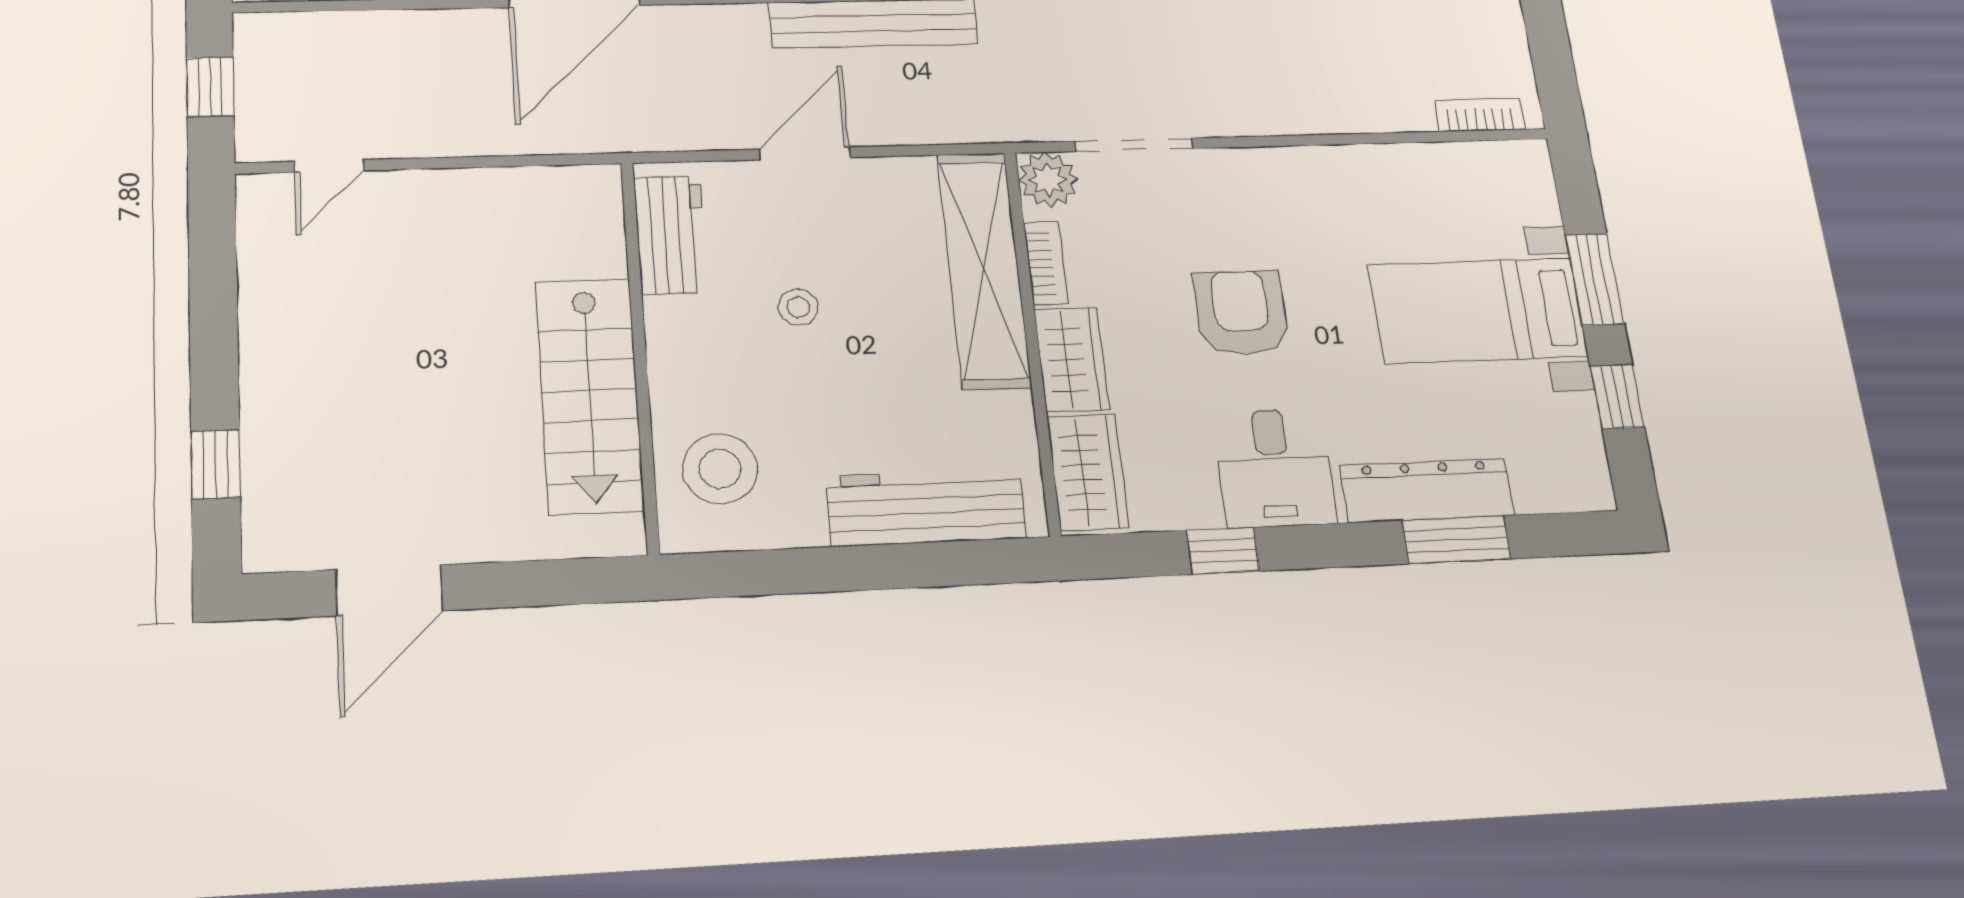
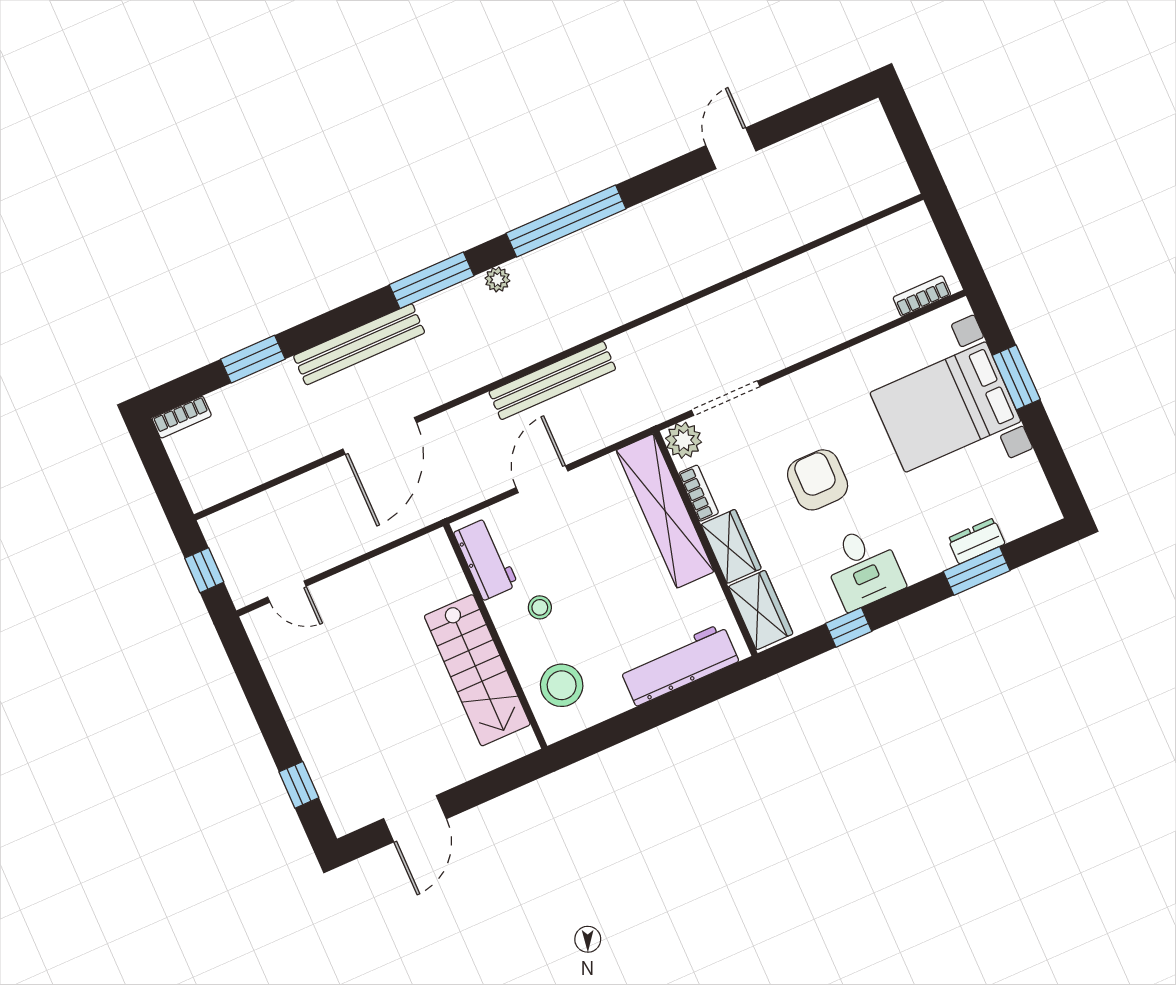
door: (329, 166) -> (287, 592), hinge flipped
stool: (798, 307) -> (540, 607), moved
bed with nightstands: (1478, 311) -> (945, 407), width x1.36
window: (1617, 397) -> (1047, 447), removed
dresser: (1427, 490) -> (976, 541), width x0.51, depth x0.80

